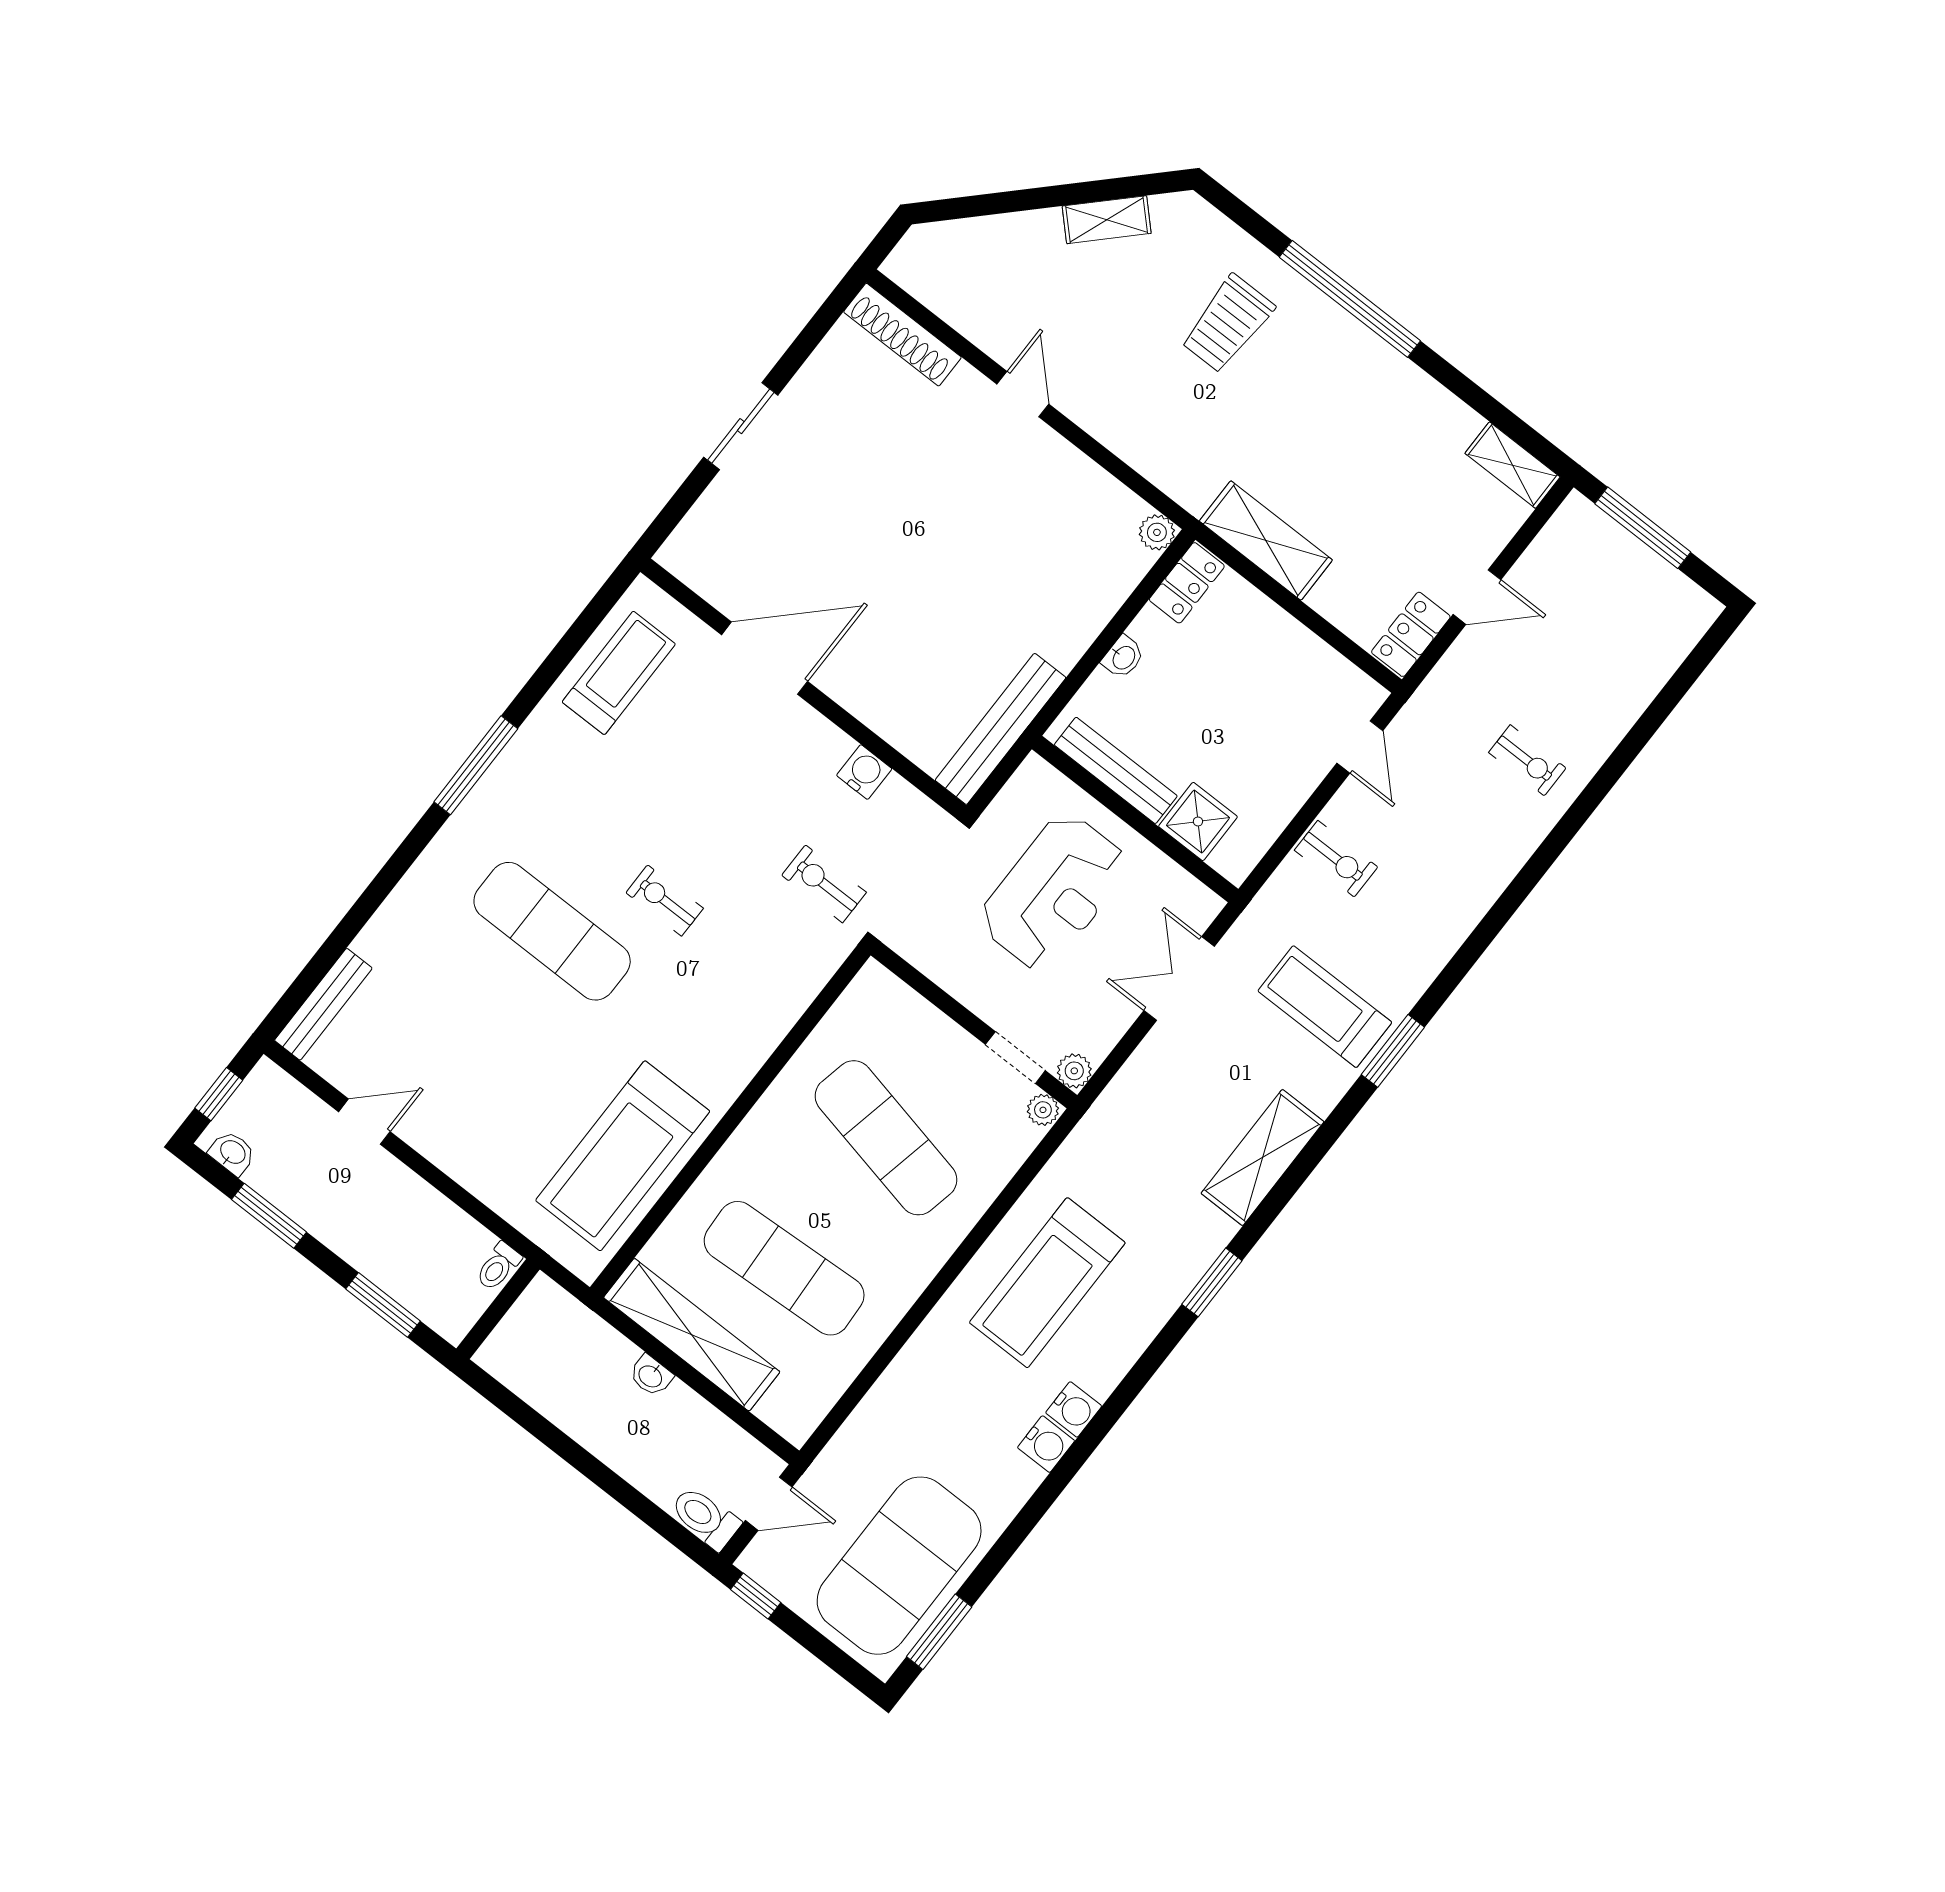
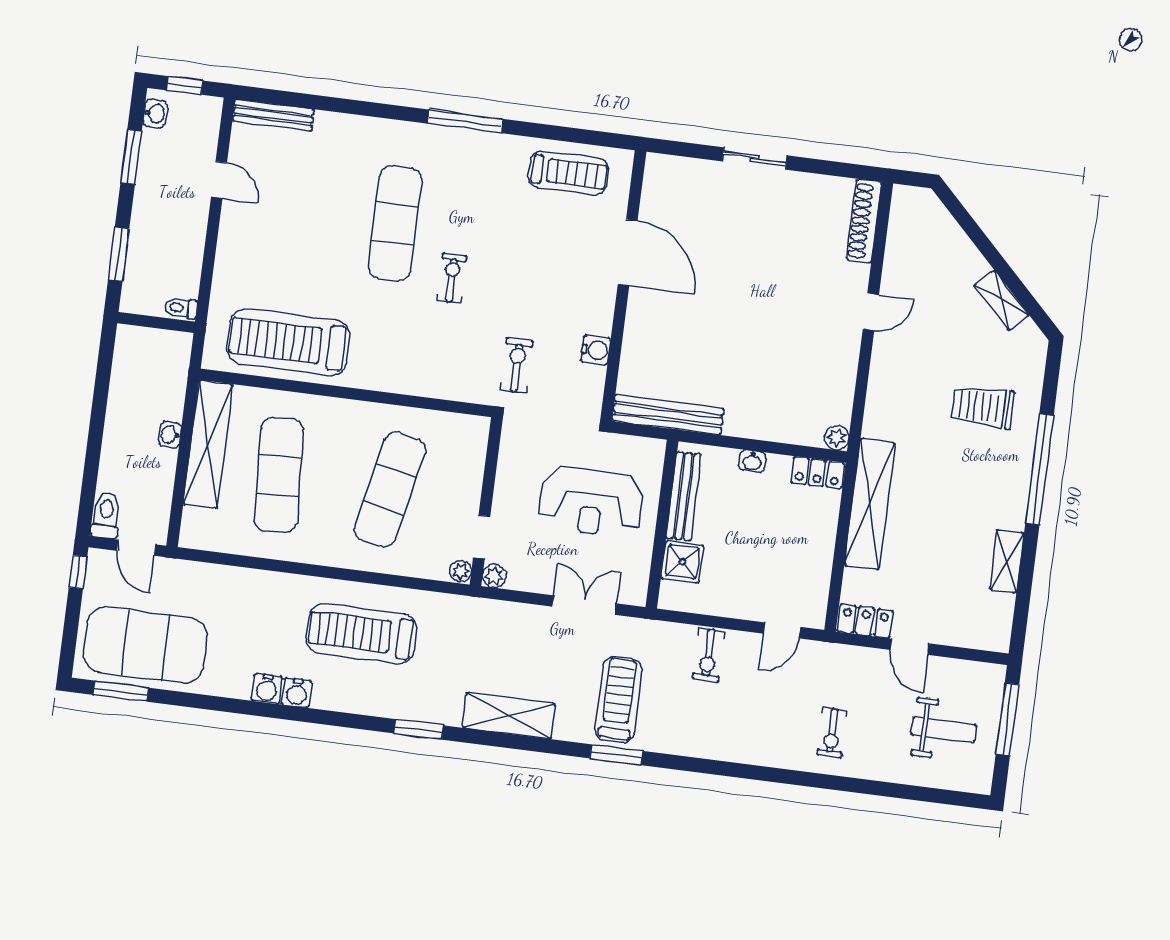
shelving: (1513, 465) -> (1007, 561), moved
shelving: (1266, 541) -> (870, 504), width x1.47
weight bench: (1608, 616) -> (944, 730), added

